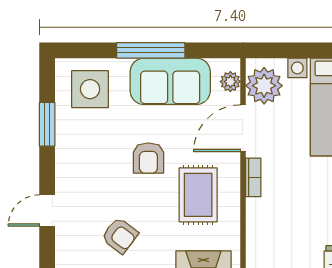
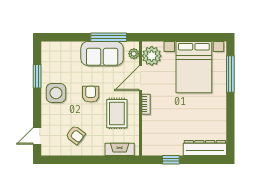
window: (151, 50) -> (109, 37), moved
side table: (90, 89) -> (56, 93), moved
armchair: (148, 158) -> (91, 94), turned 180
door: (47, 210) -> (37, 136), moved

